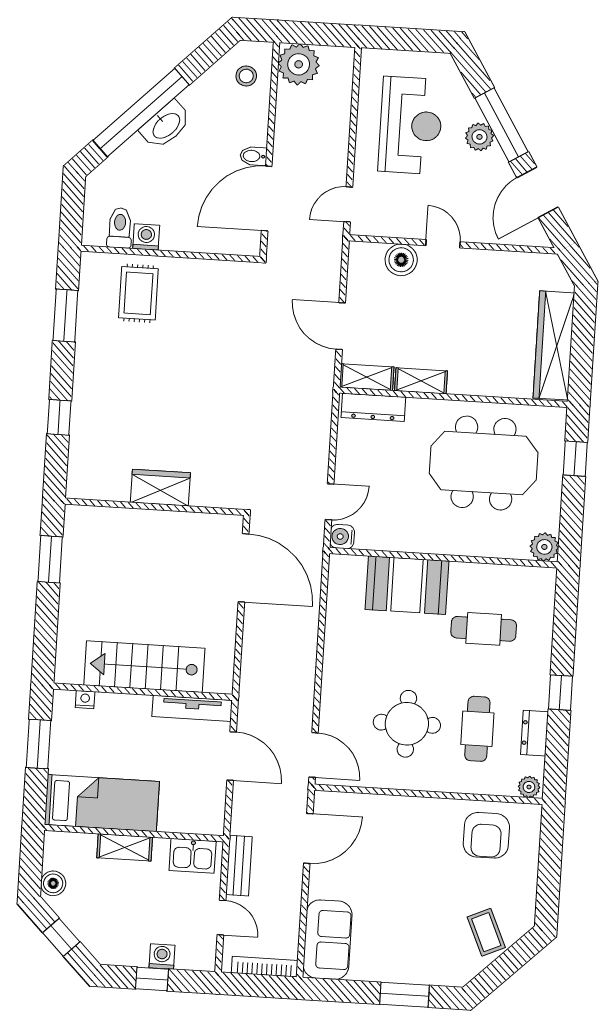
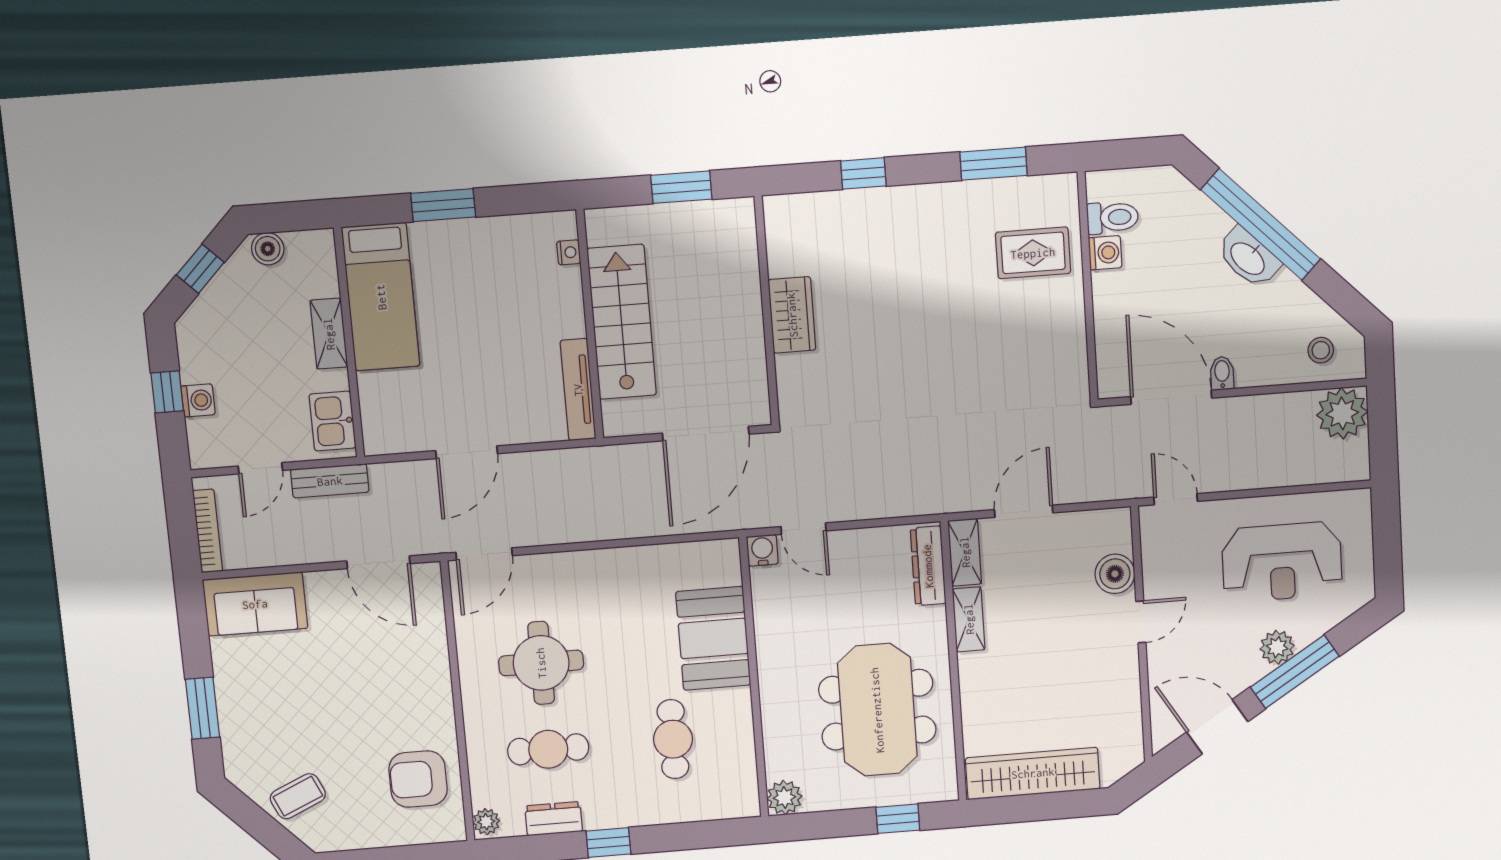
stairs: (144, 667) -> (622, 322), moved
wall: (143, 692) -> (590, 324), moved
nightstand: (85, 700) -> (569, 252), moved
tv unit: (192, 708) -> (578, 390), moved

